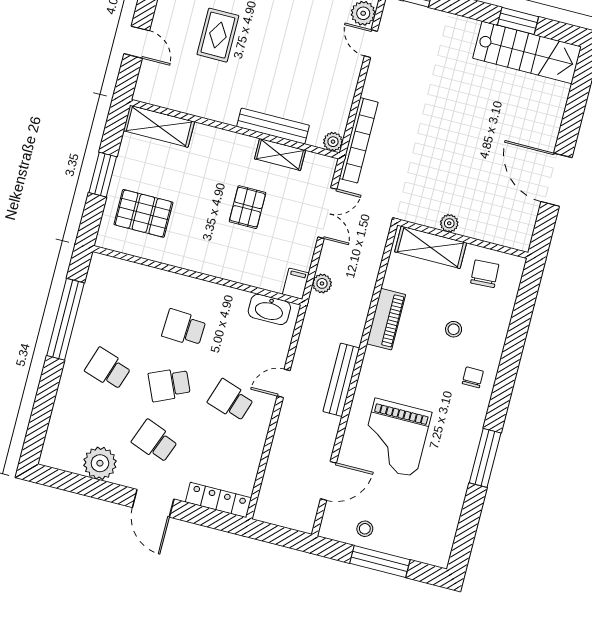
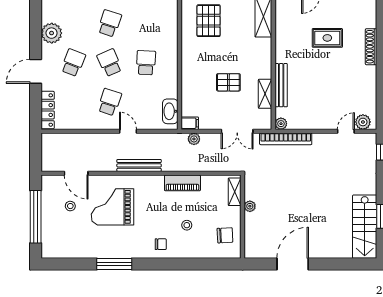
shelving: (431, 247) -> (235, 192), width x0.67, depth x0.75
stool: (365, 529) -> (70, 206), moved
window: (380, 562) -> (36, 217), width x1.46

